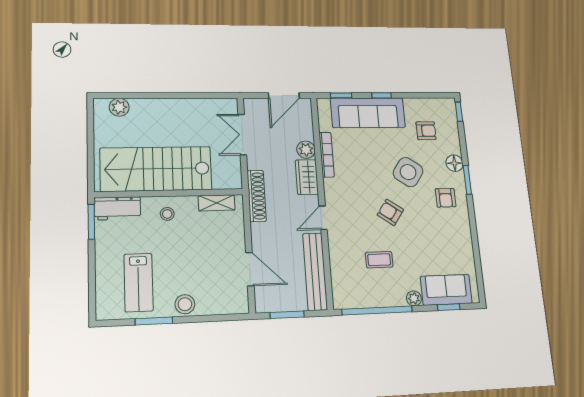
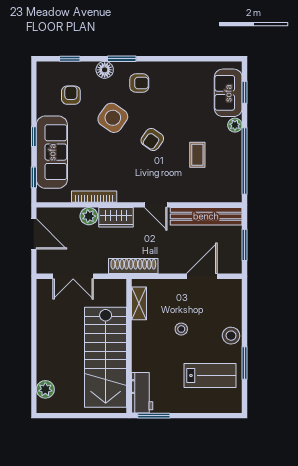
window: (459, 112) -> (70, 59), moved
stool: (167, 214) -> (181, 329), moved

